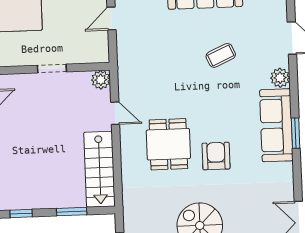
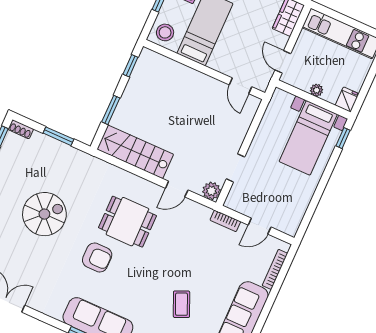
door: (111, 19) -> (260, 226), swing flipped
bookcase: (122, 53) -> (225, 221), added
doorway: (52, 69) -> (235, 168), moved

